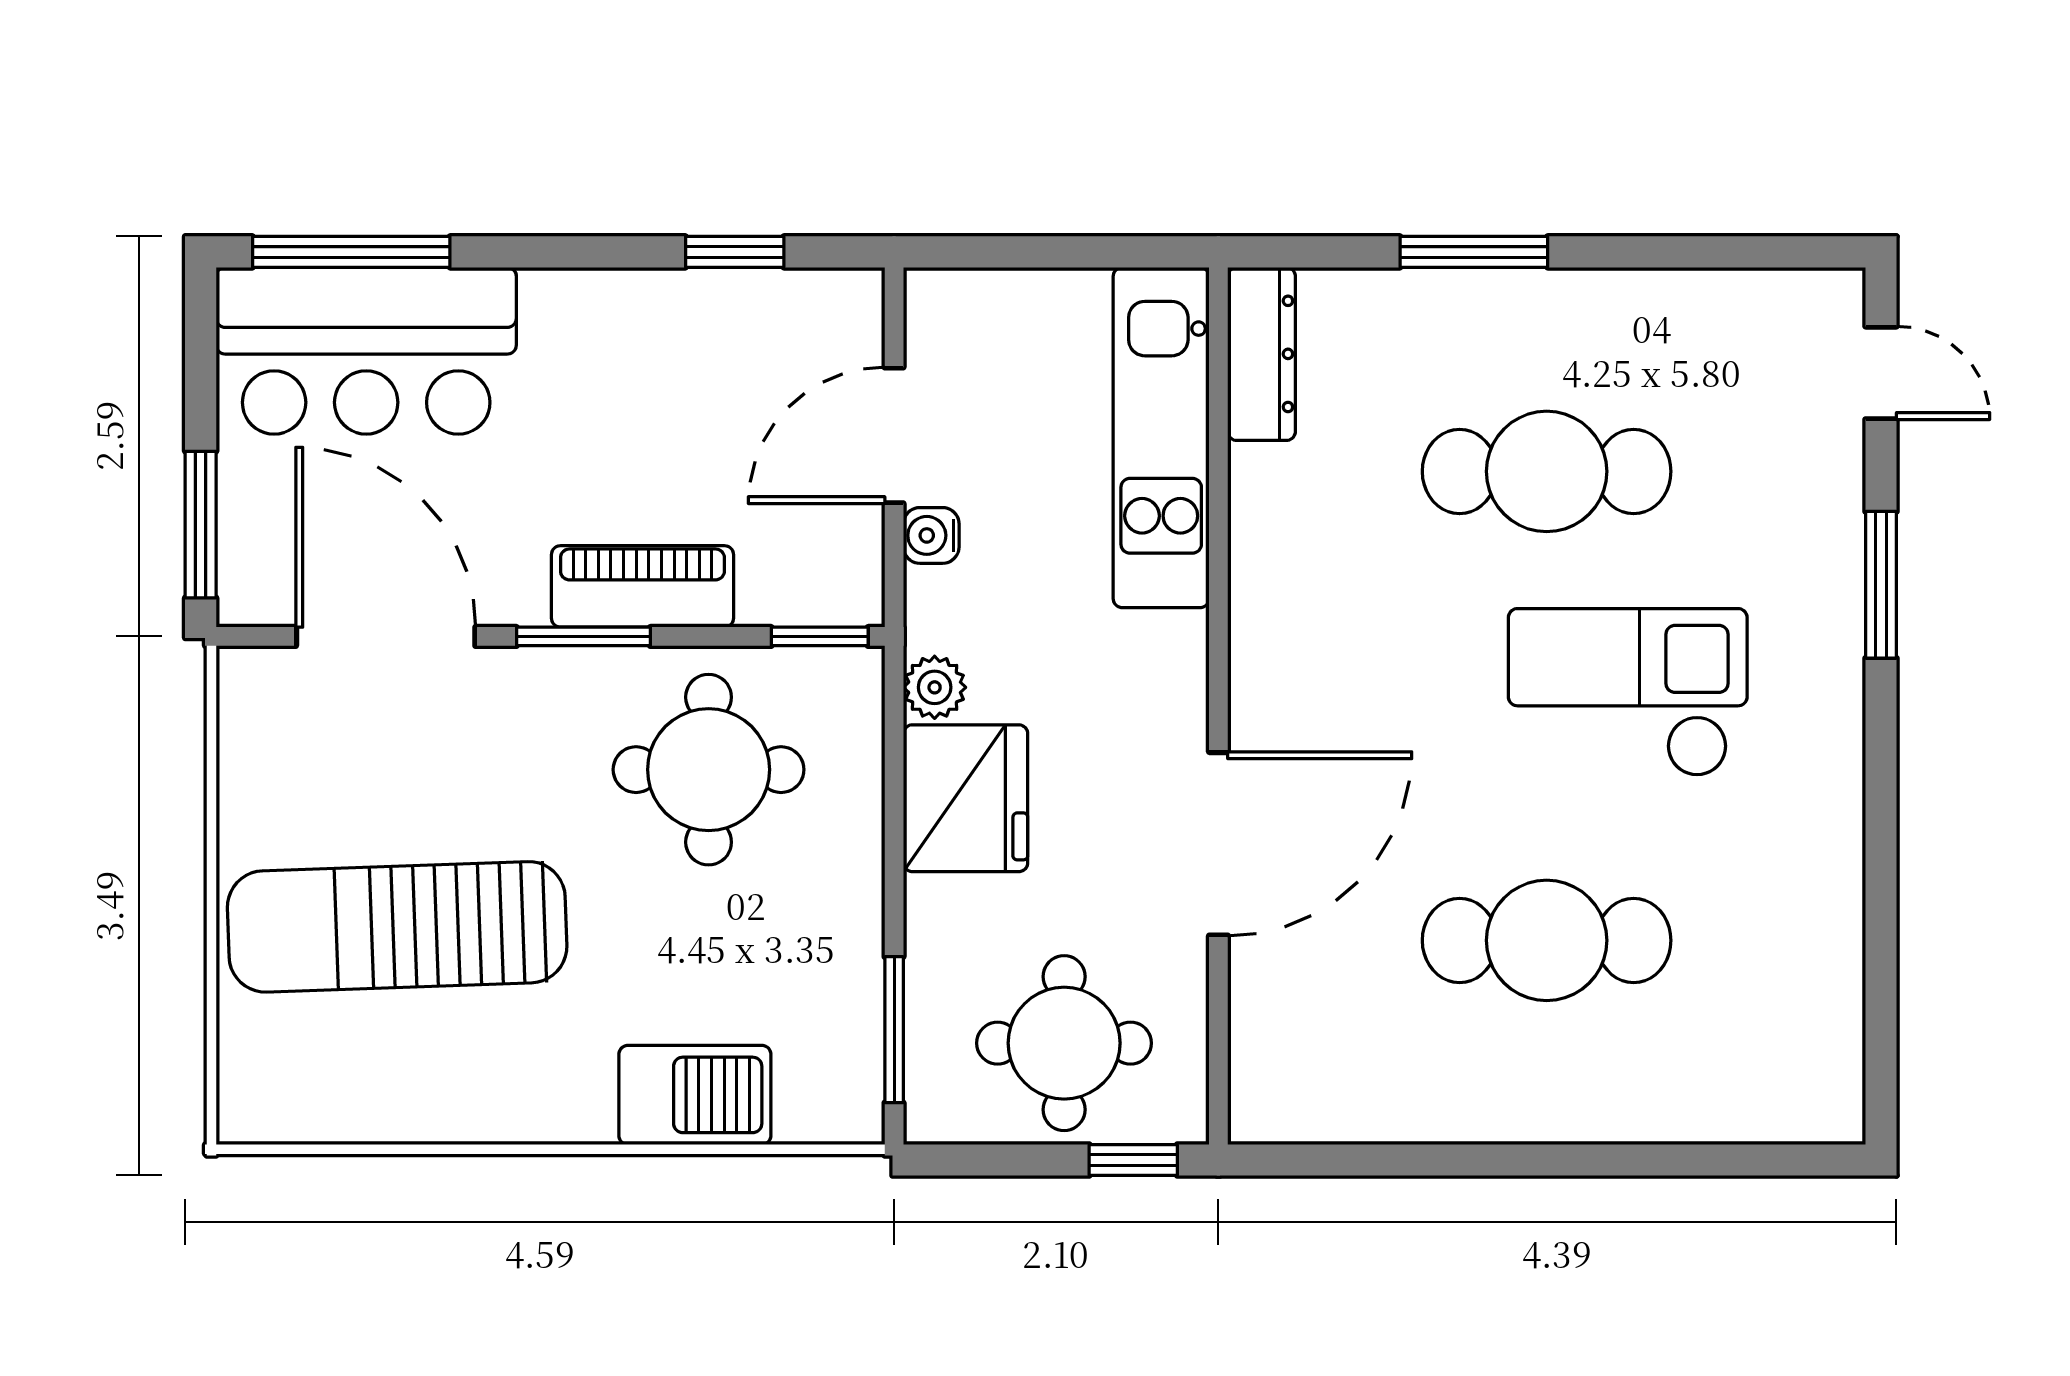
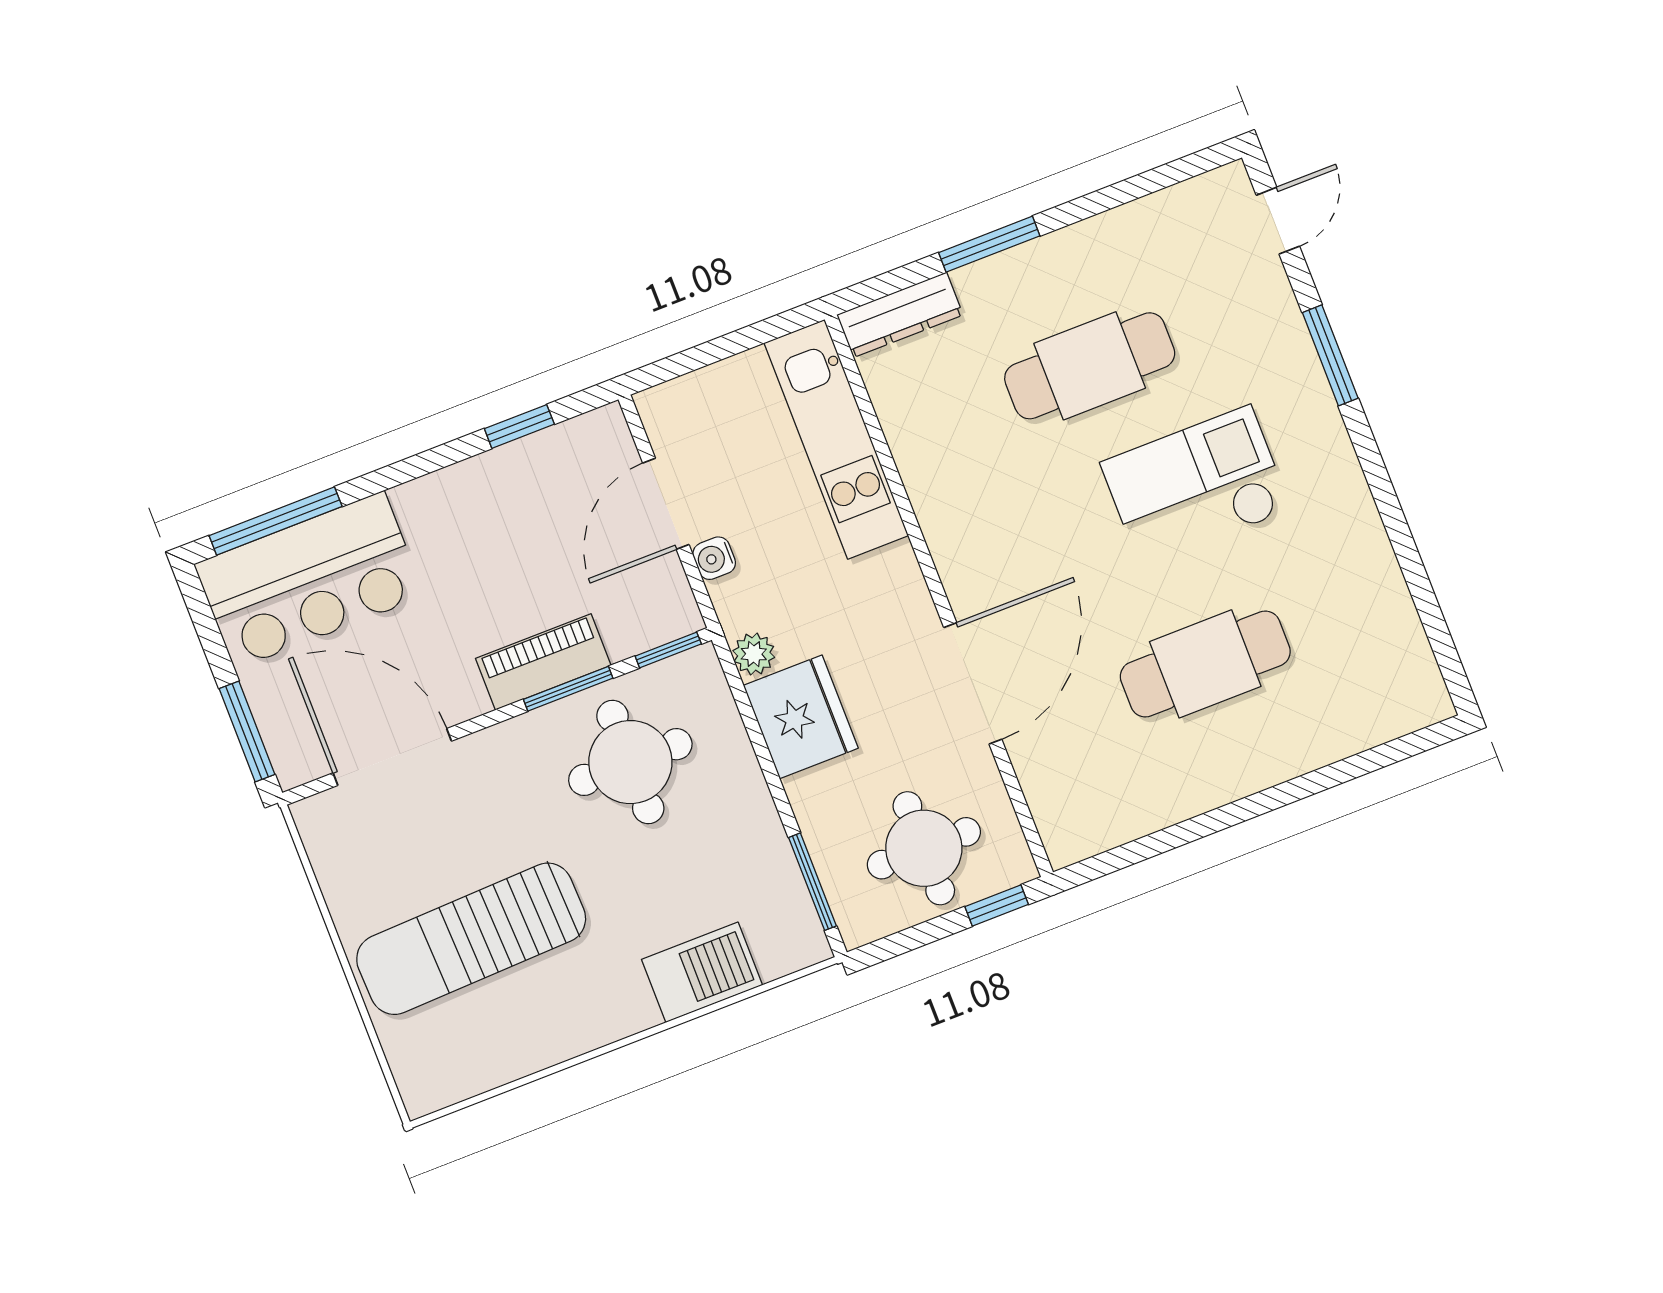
dresser: (1262, 354) -> (900, 315), moved, turned 90
door: (1881, 373) -> (1278, 221), hinge flipped
window: (583, 636) -> (568, 689), moved

